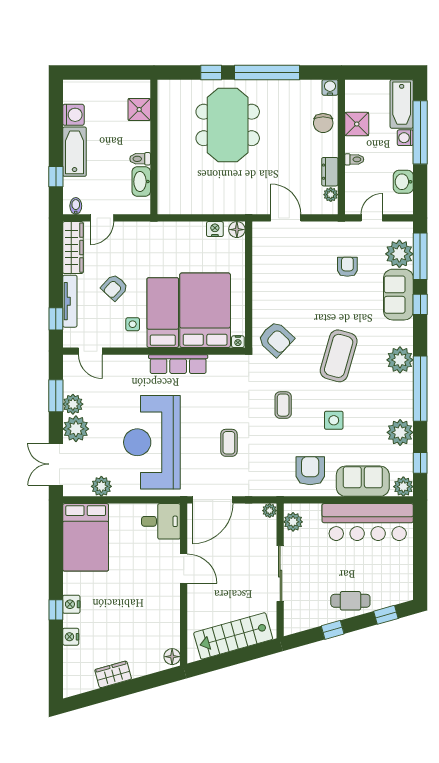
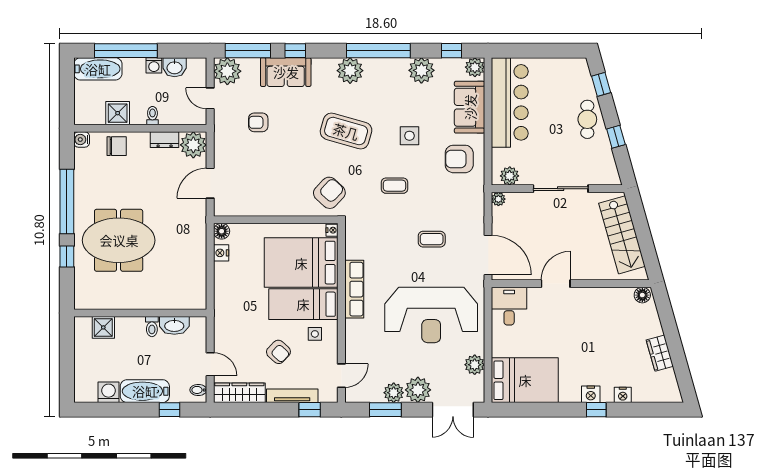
washing machine: (405, 138) -> (154, 65), moved
plant: (331, 195) -> (193, 145), width x1.87, depth x1.87
plant: (399, 254) -> (227, 71), moved

